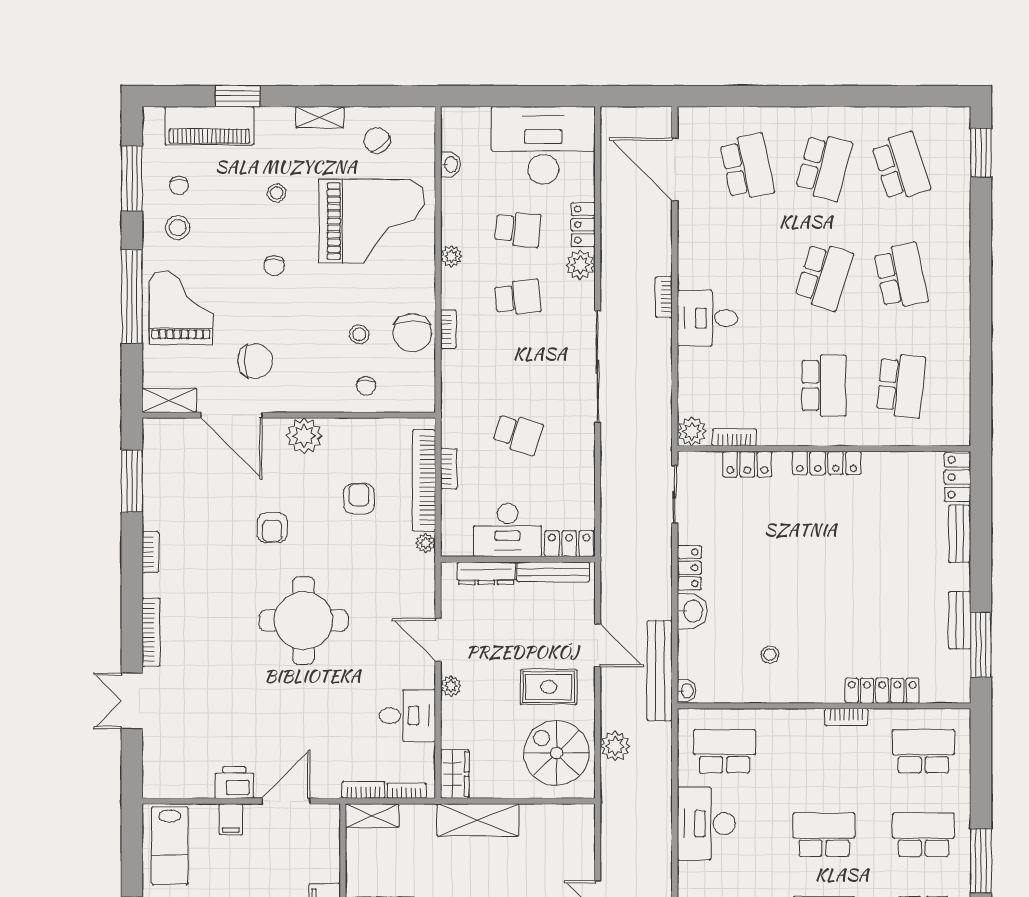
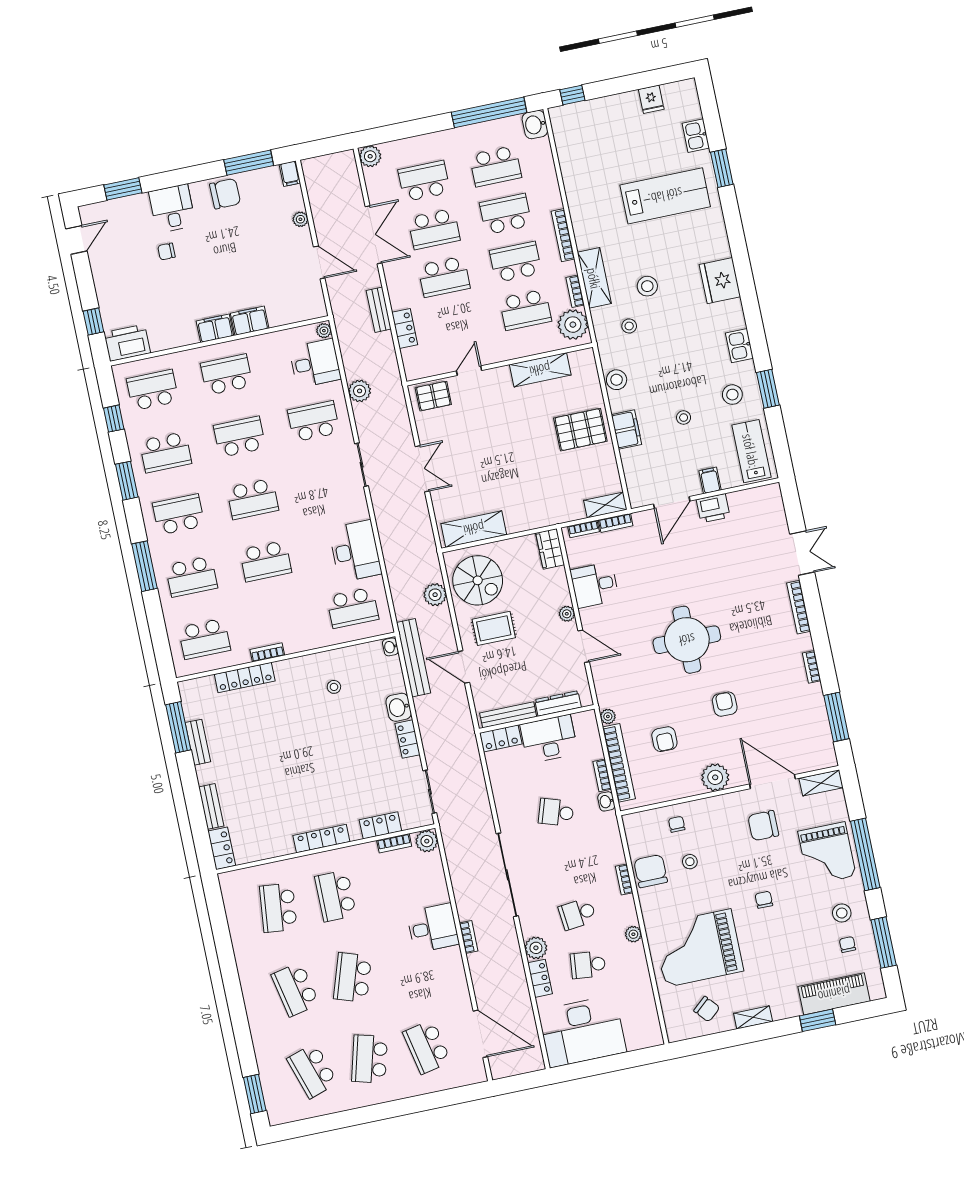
washbasin: (450, 165) -> (606, 801), moved
stool: (277, 193) -> (773, 954), removed
shelving: (478, 820) -> (474, 529), moved

